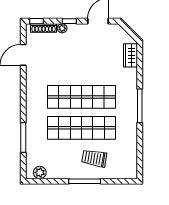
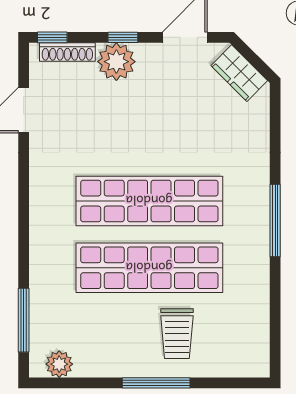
plant: (62, 28) -> (116, 62), width x1.88, depth x1.88
wardrobe: (130, 55) -> (239, 73), moved, turned -45
window: (23, 138) -> (24, 320), moved
trolley: (94, 158) -> (177, 334), turned -100

